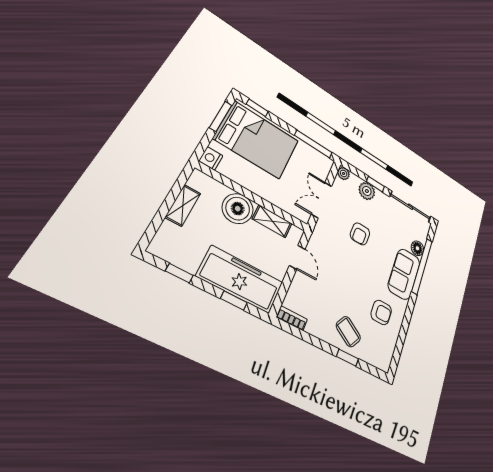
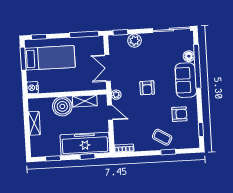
bed: (257, 140) -> (50, 58), width x0.67
plant: (344, 173) -> (116, 95), moved
window: (375, 184) -> (120, 32), moved
armchair: (360, 234) -> (147, 88), moved
window: (399, 349) -> (201, 129), added

